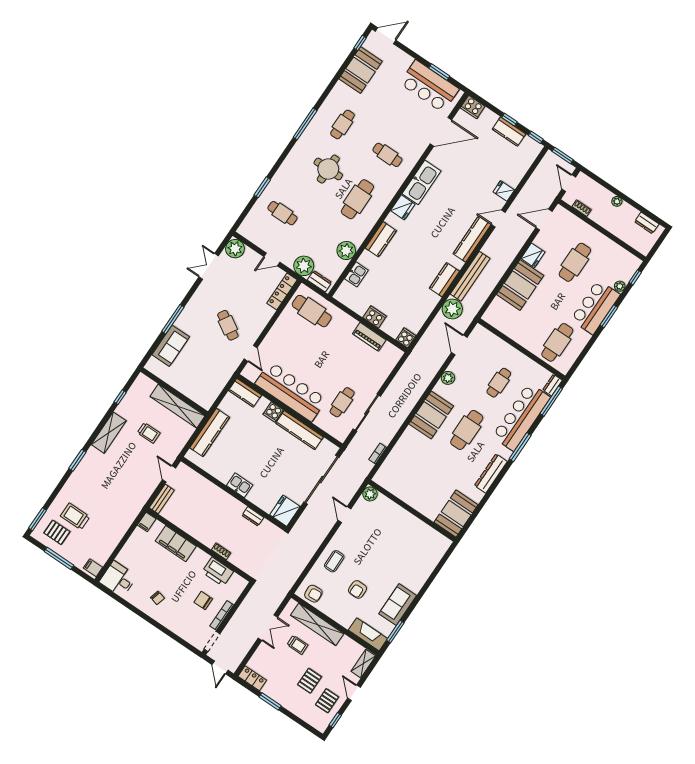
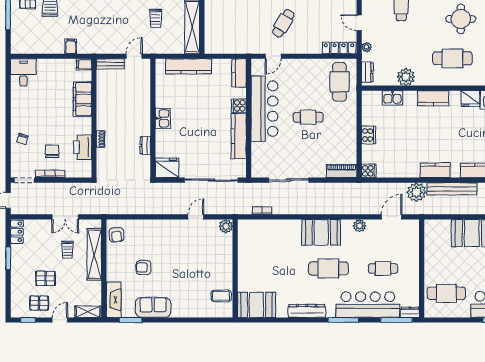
plant: (304, 266) -> (367, 47), width x0.53, depth x0.53
piano: (369, 337) -> (342, 171), moved, turned 90
cafe table: (342, 402) -> (308, 117), moved
coffee table: (334, 561) -> (221, 296), moved
filing cabinet: (93, 568) -> (71, 46), moved
chair: (157, 598) -> (22, 139), moved

